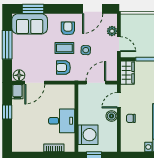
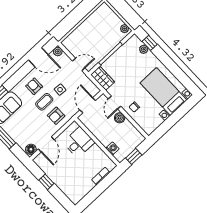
door: (93, 9) -> (38, 57), hinge flipped
plant: (112, 31) -> (58, 51), moved
filing cabinet: (17, 92) -> (40, 162), removed
desk: (62, 121) -> (79, 142), moved
washing machine: (88, 135) -> (112, 149), width x0.53, depth x0.53

